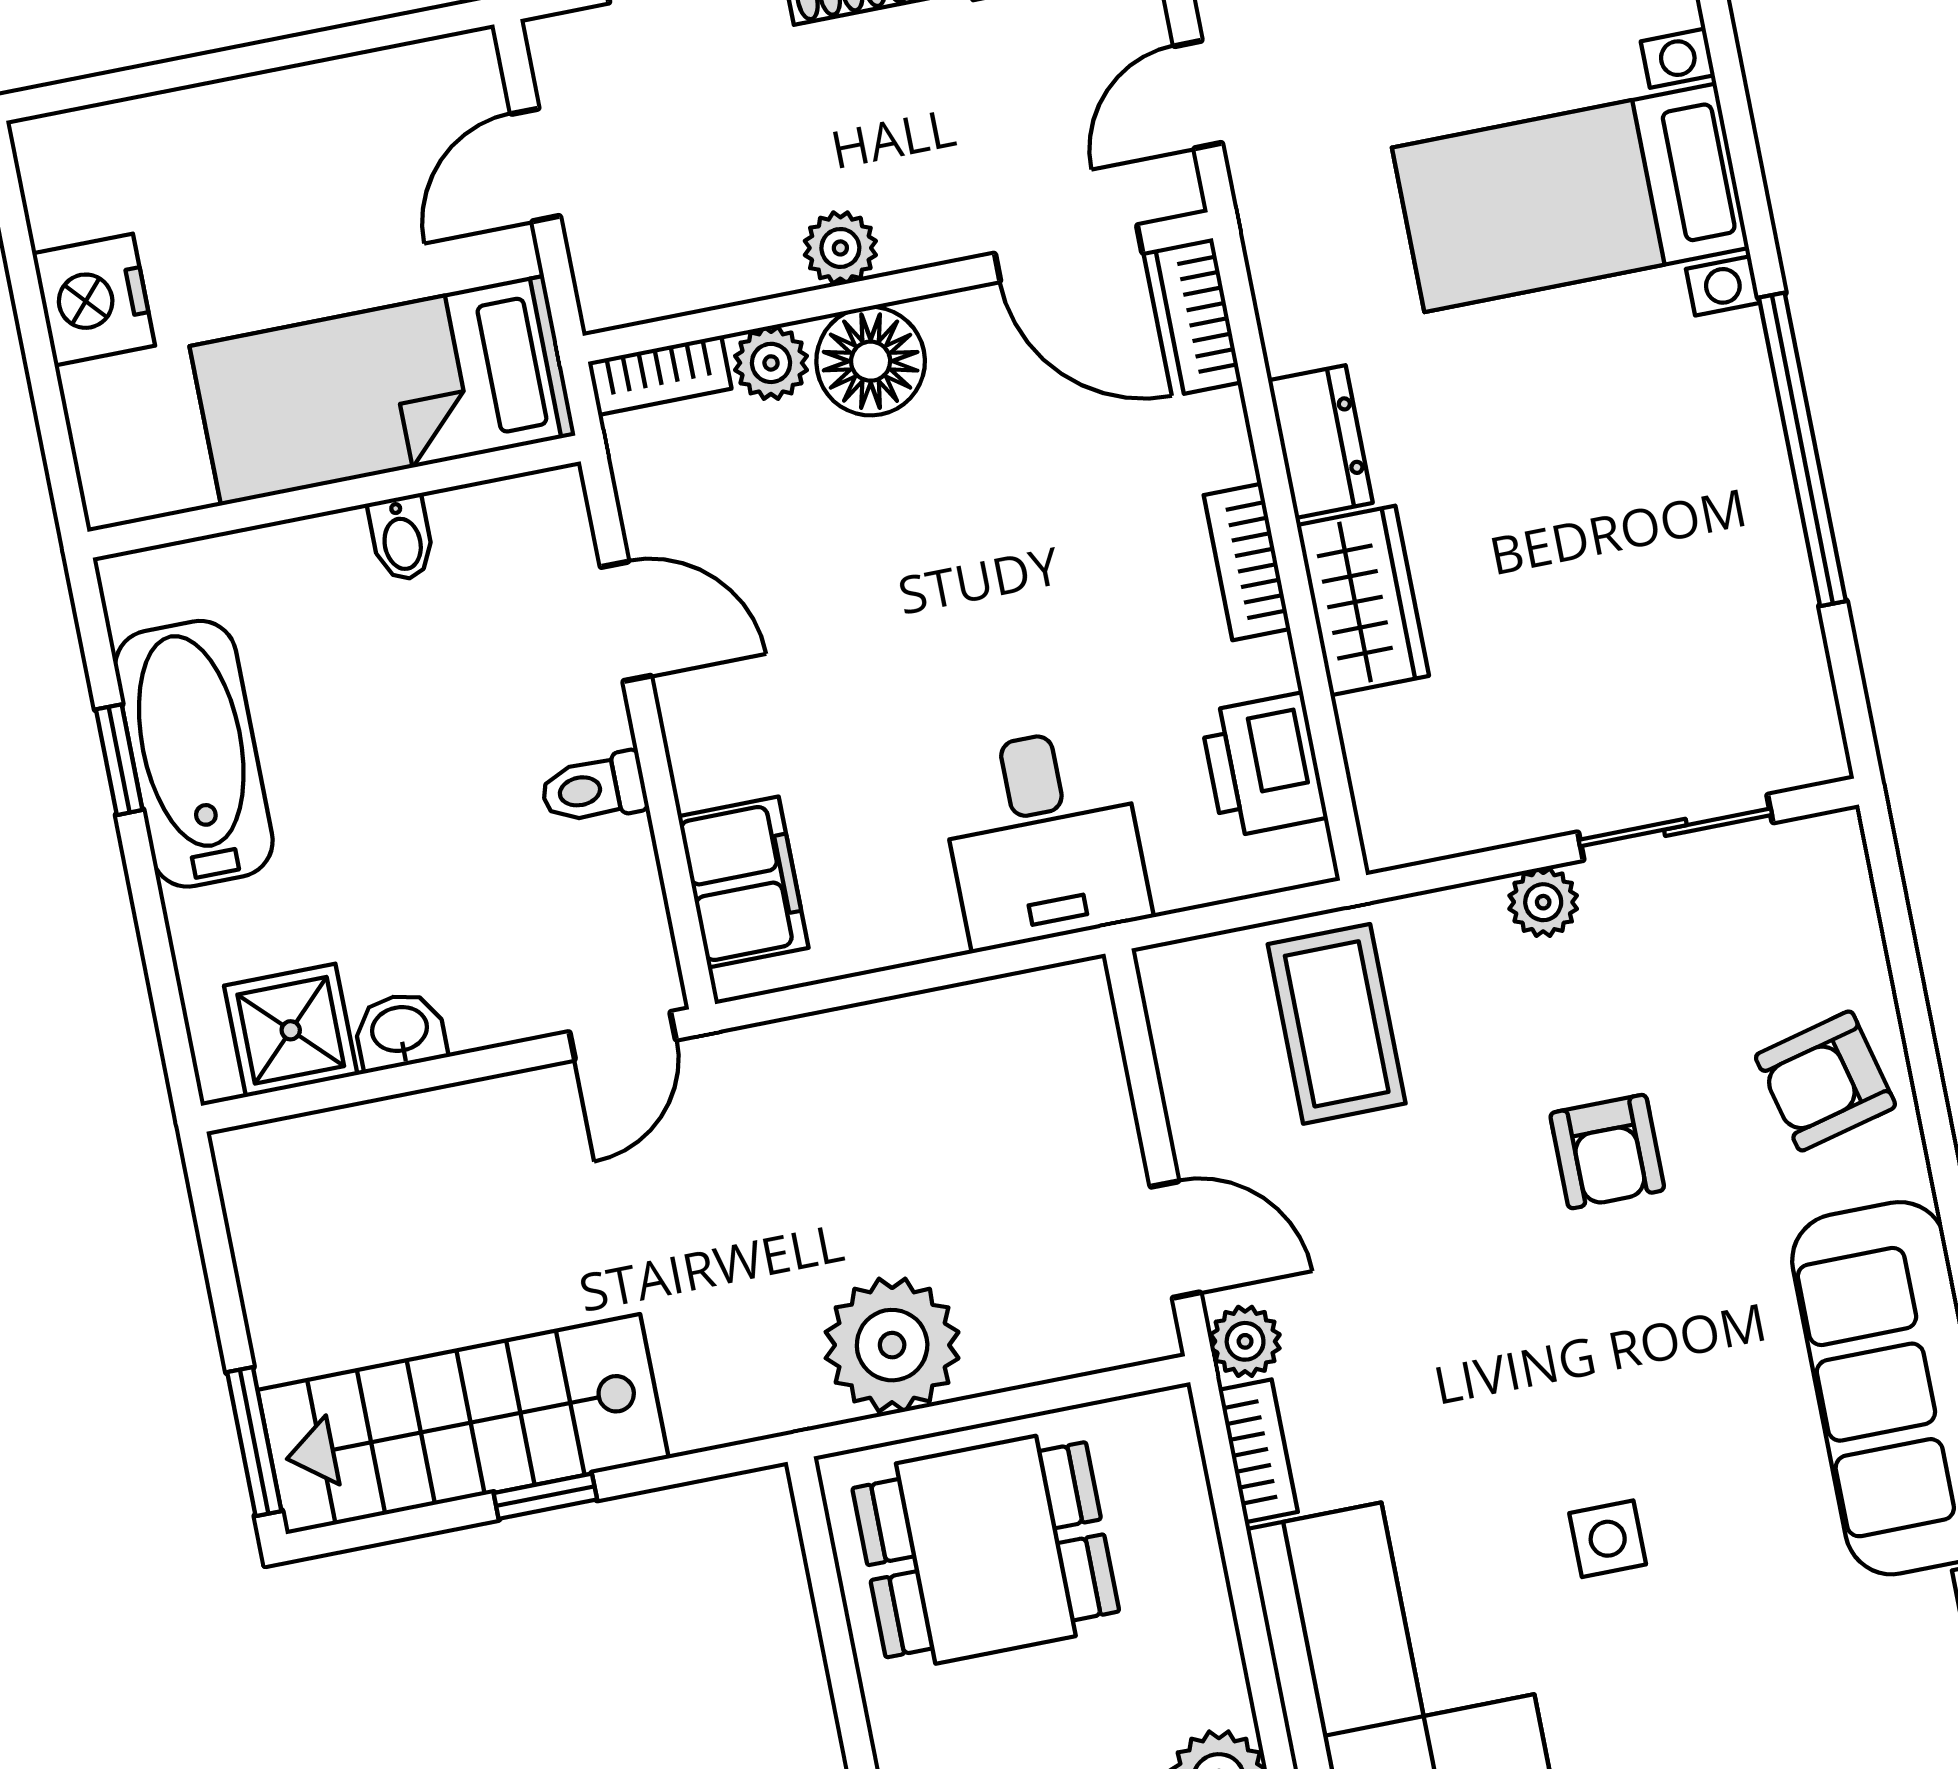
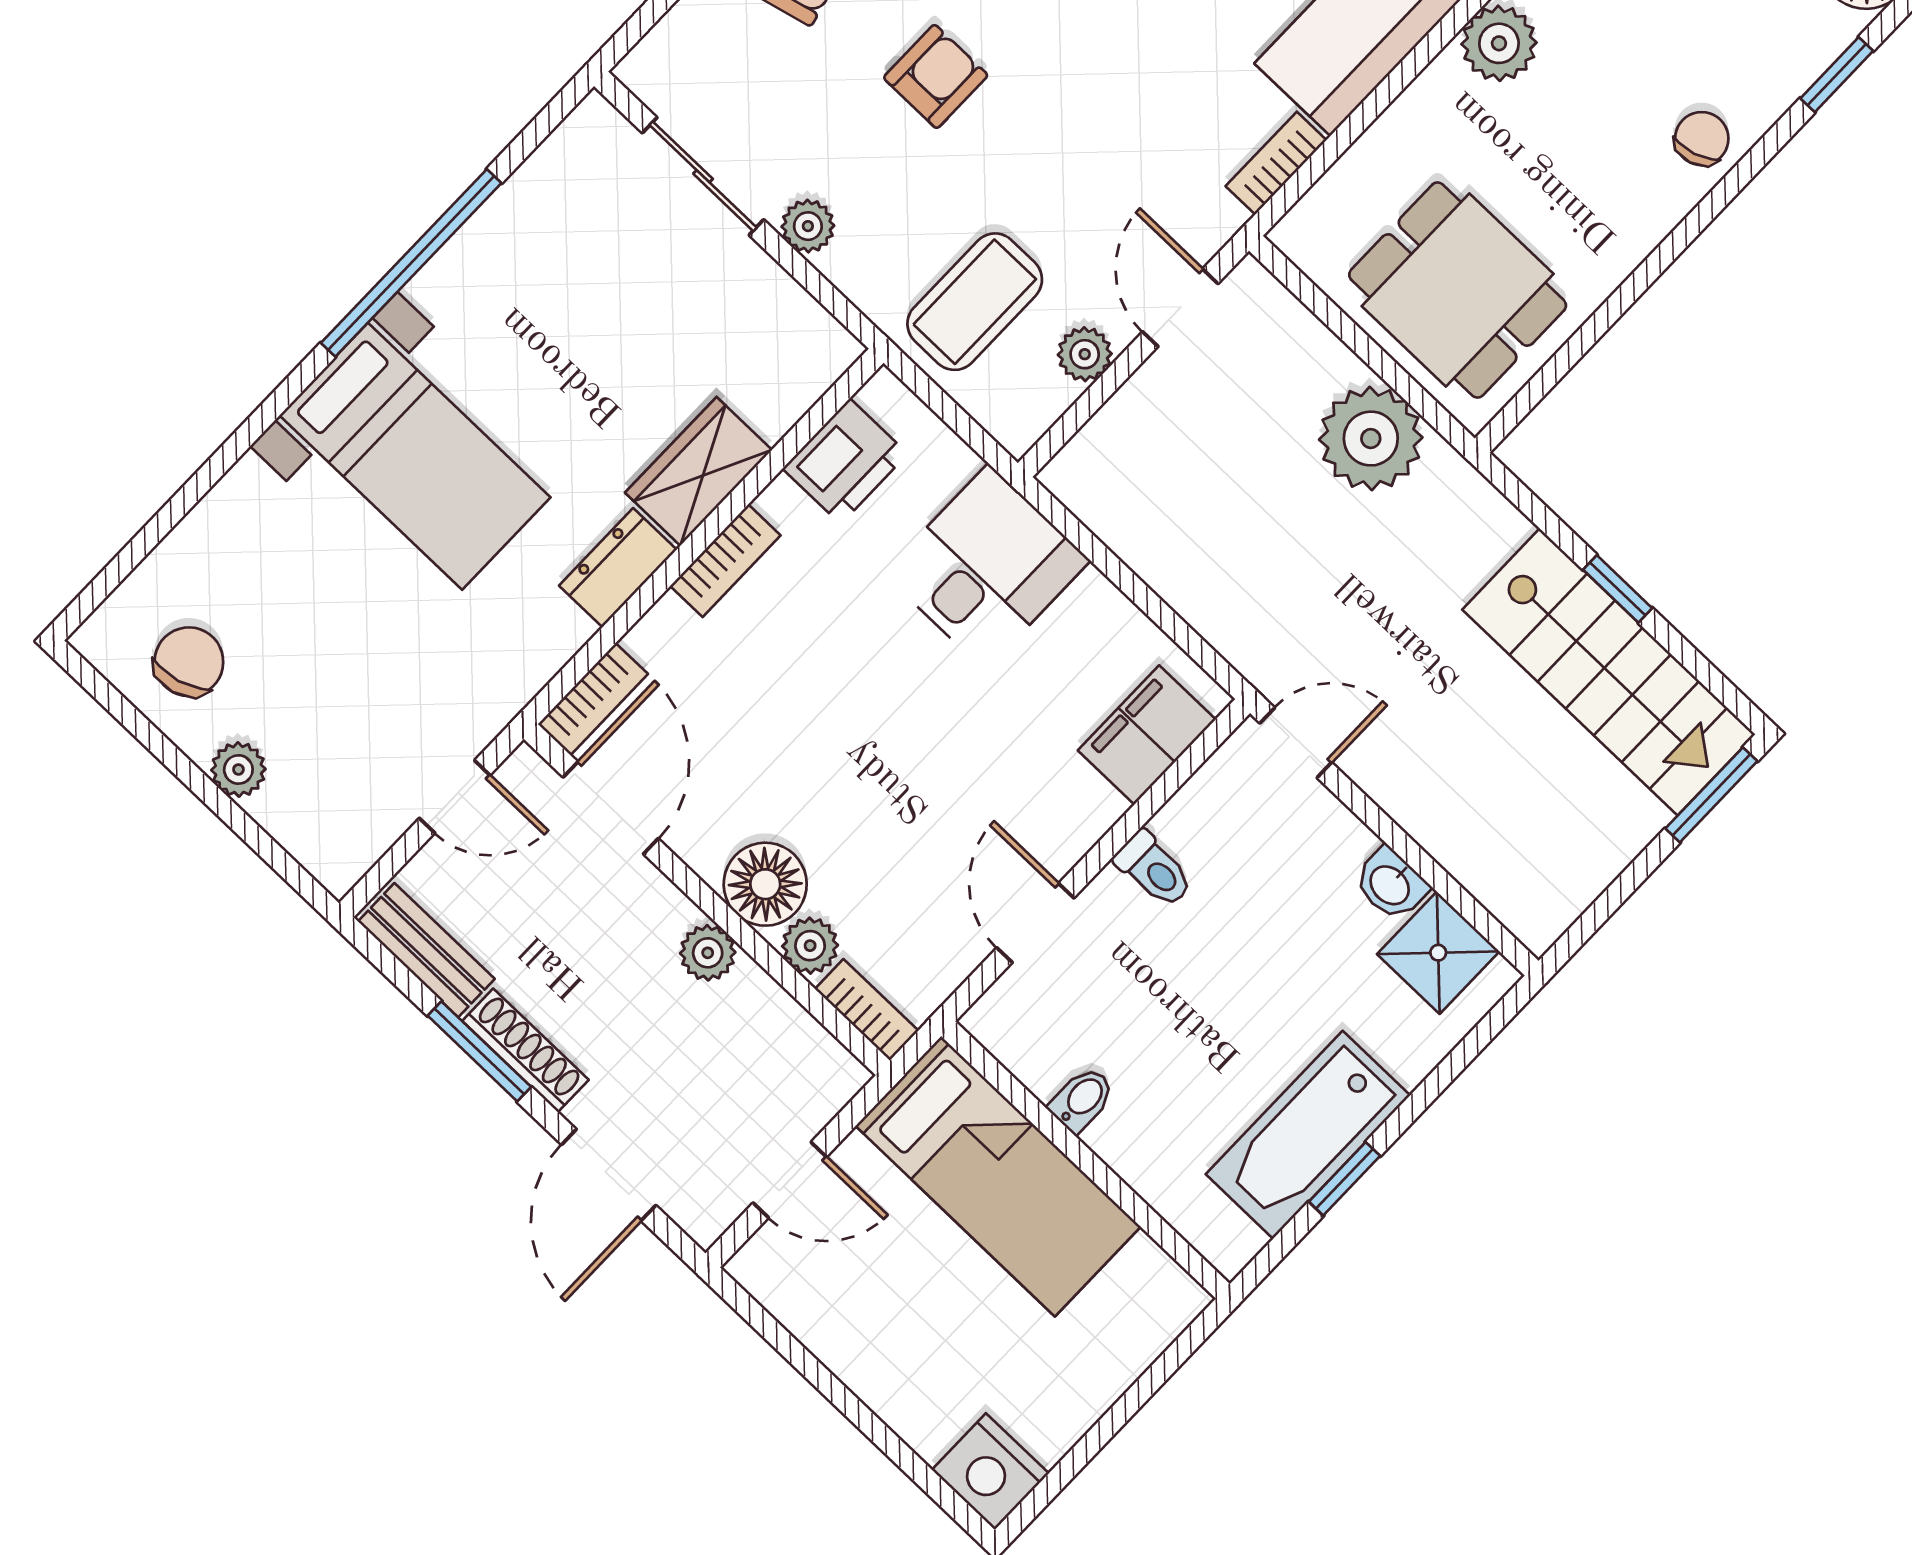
bed with nightstands: (1570, 198) -> (415, 456), moved
nightstand: (94, 300) -> (990, 1472), moved, turned 90
plant: (1245, 1341) -> (1085, 354), moved

